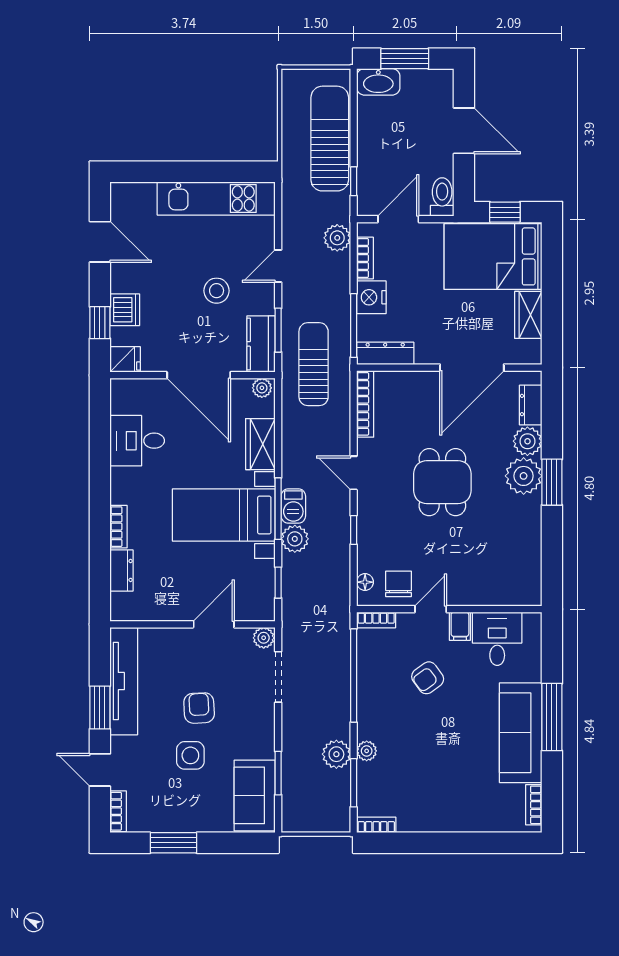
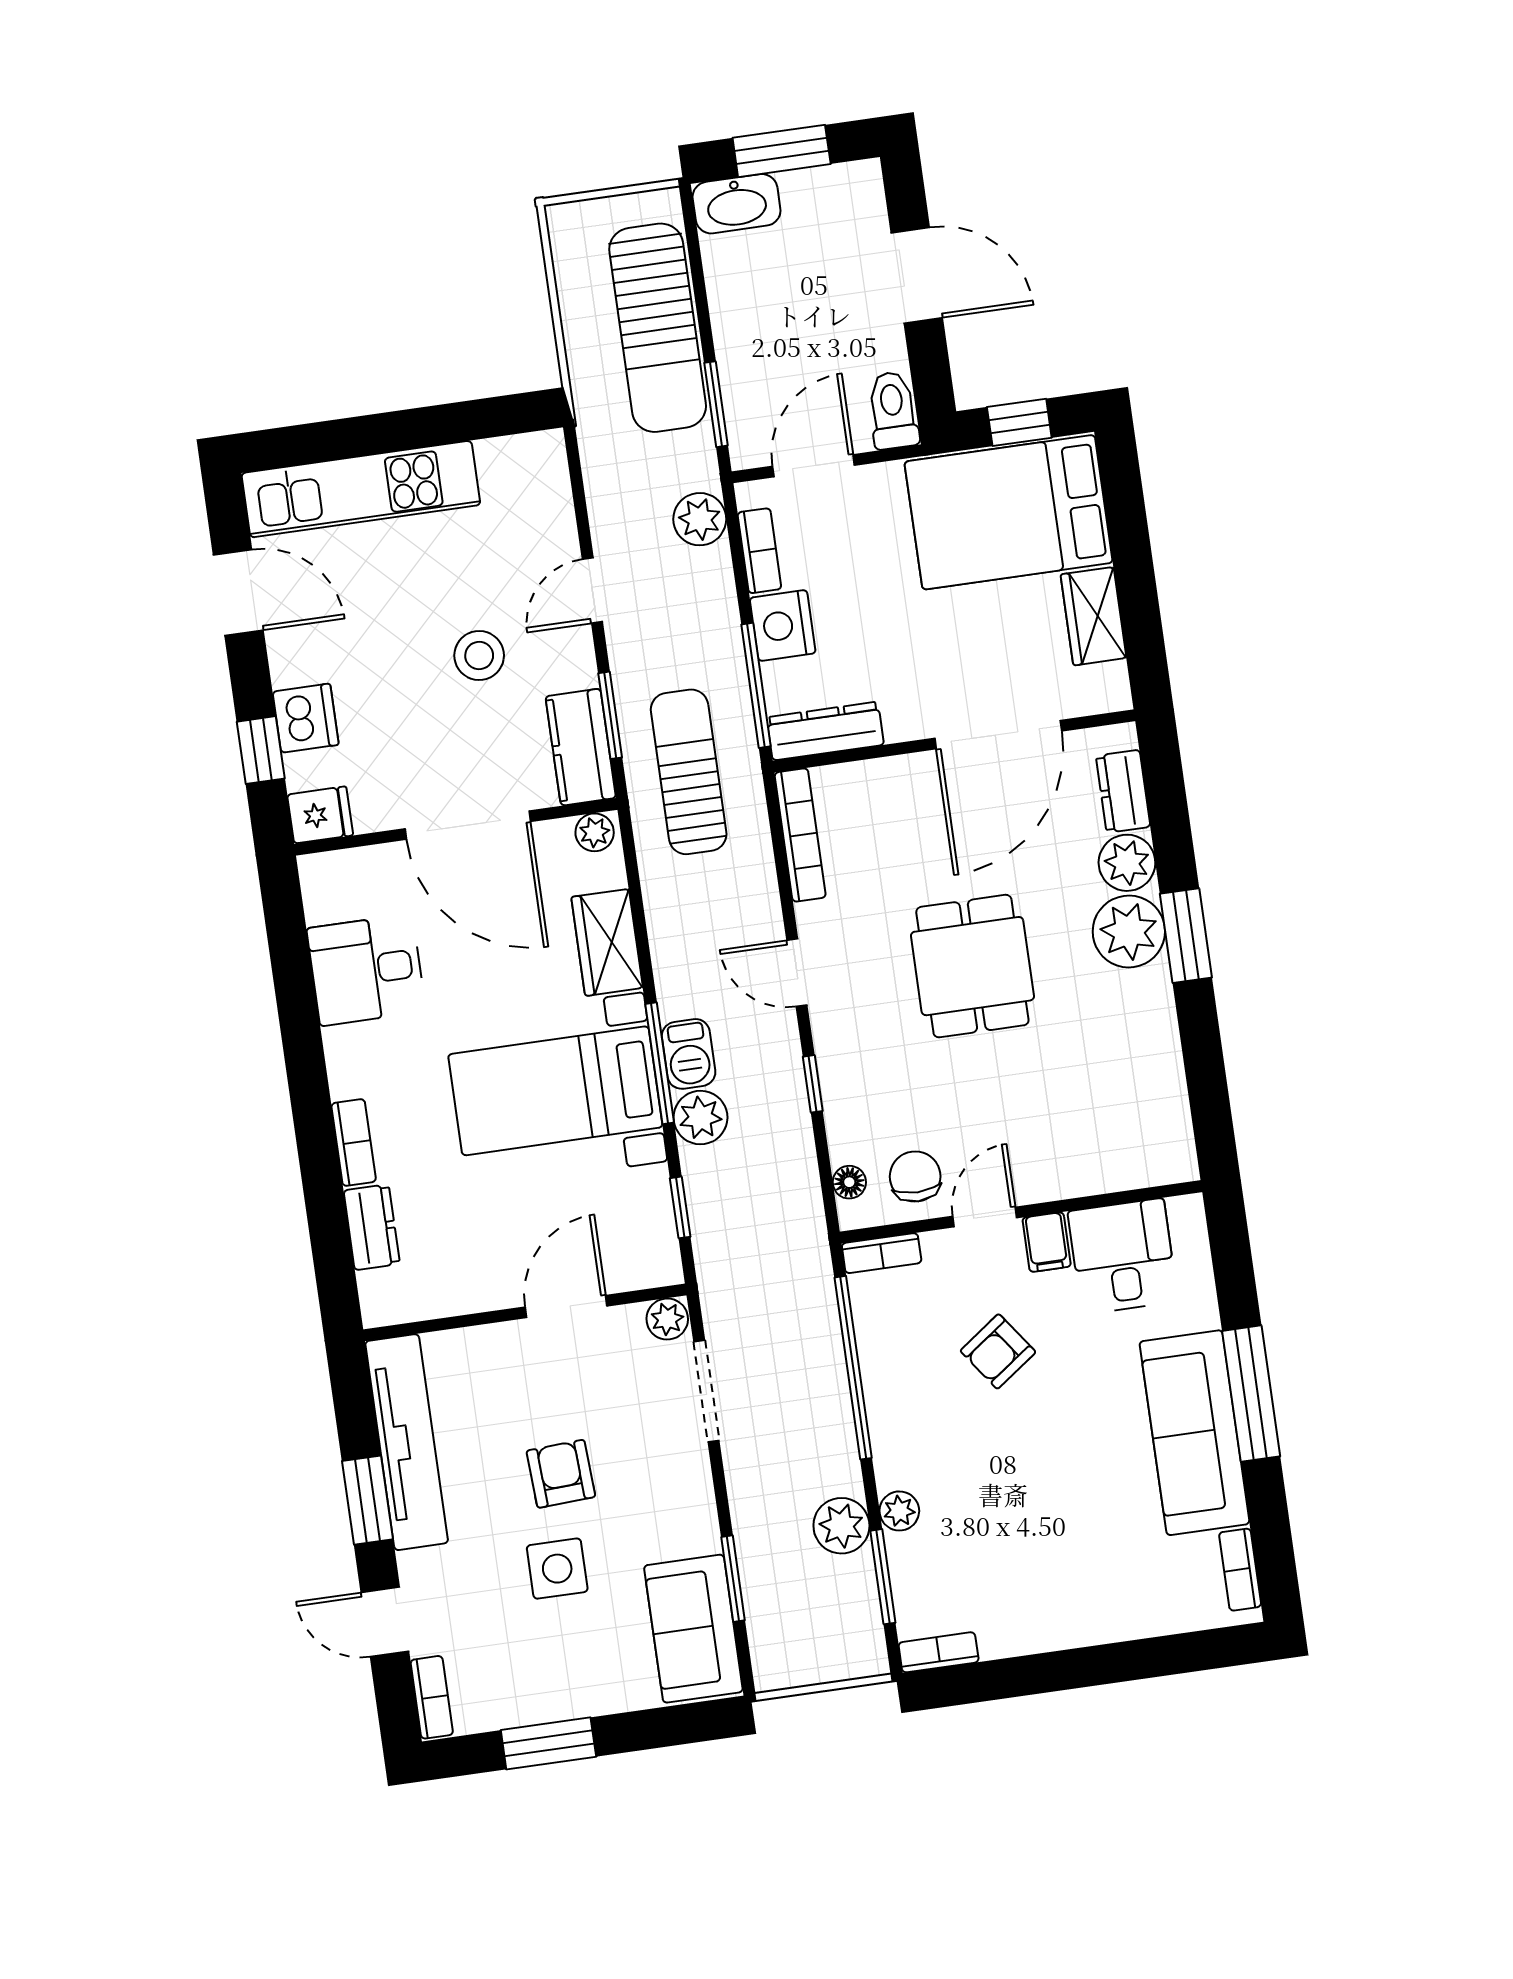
sun lounger: (330, 139) -> (658, 328), turned 180
window: (354, 181) -> (716, 404), width x1.50
kitchen unit: (216, 198) -> (361, 489), moved

